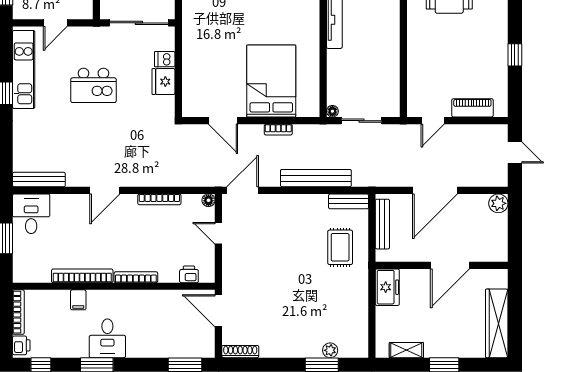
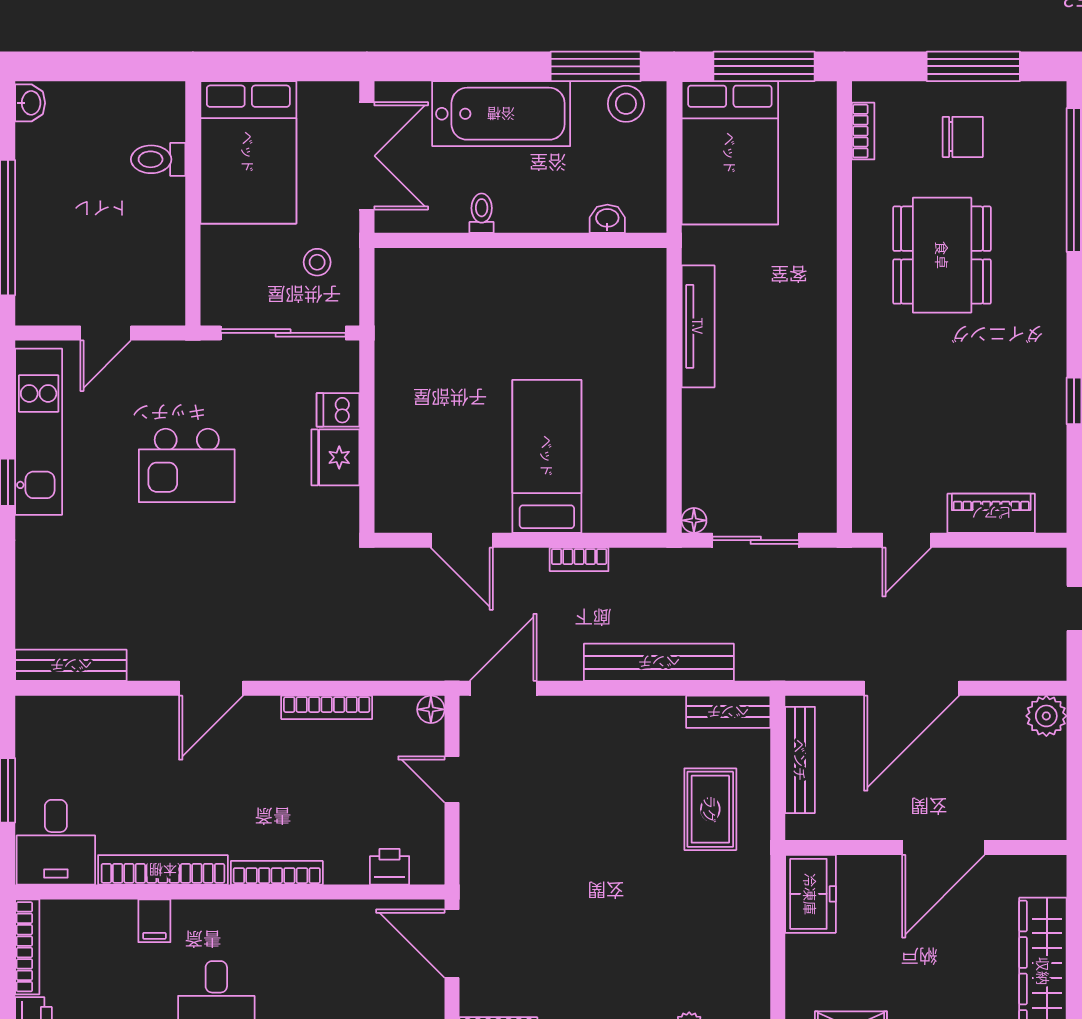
bed: (271, 81) -> (547, 456), width x0.67
desk: (31, 214) -> (56, 842), moved, turned 180

